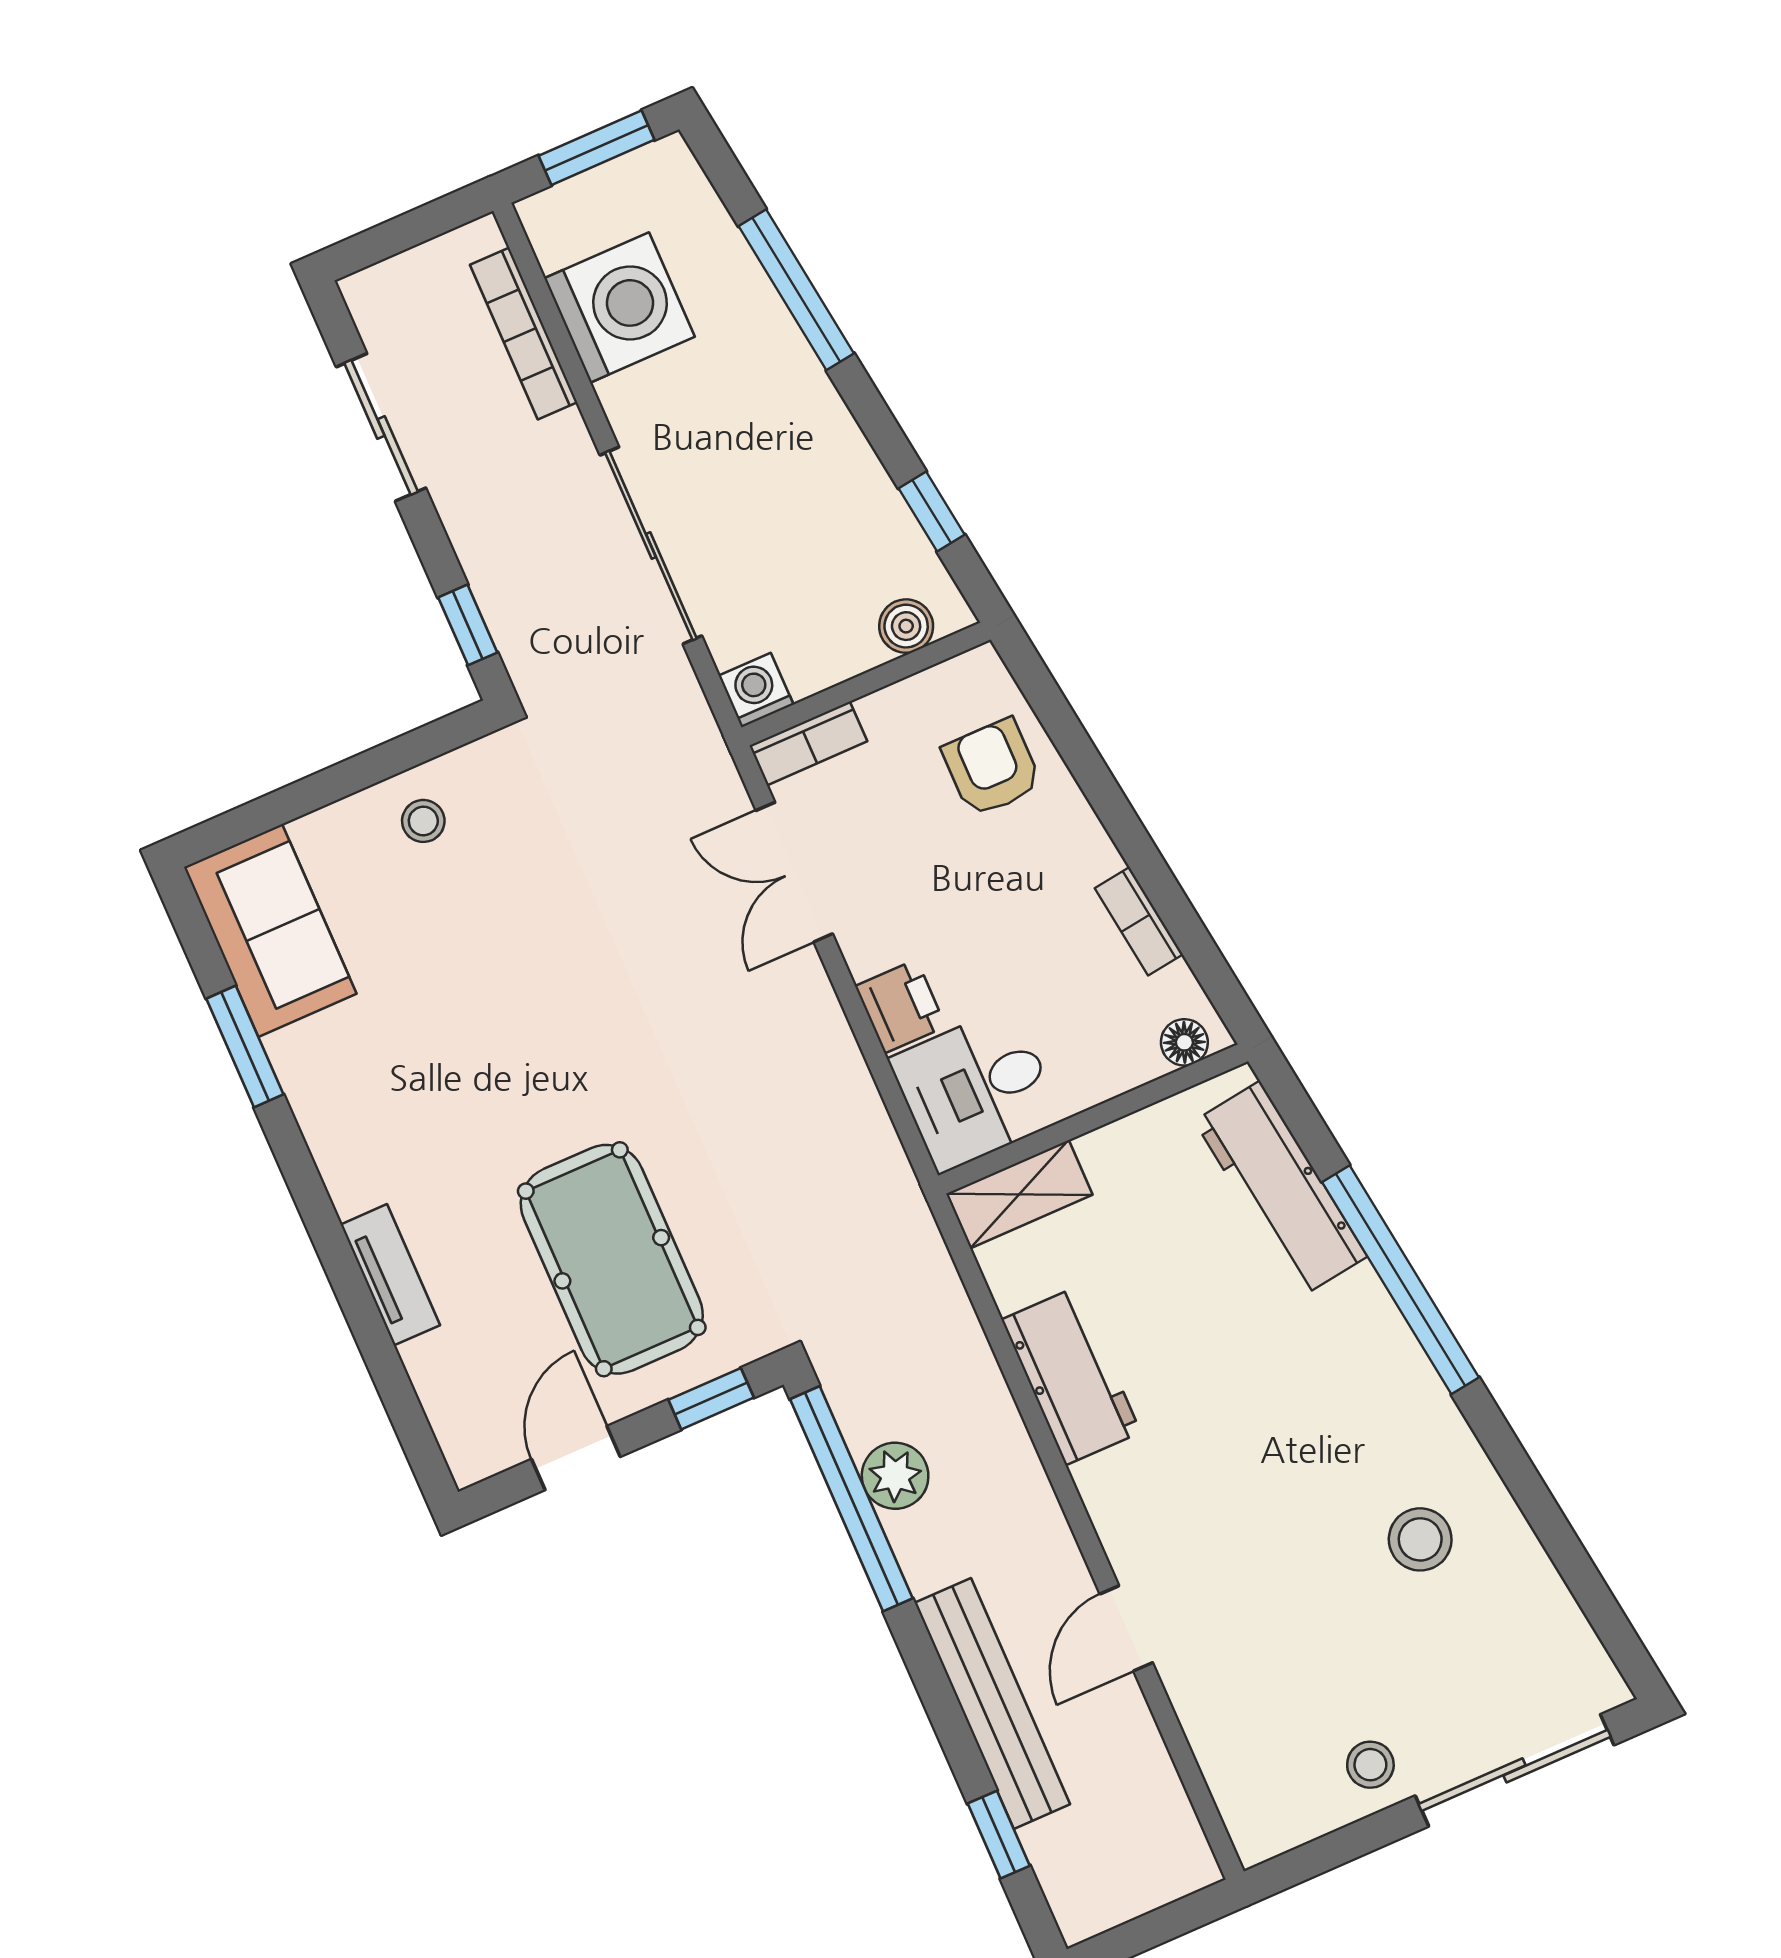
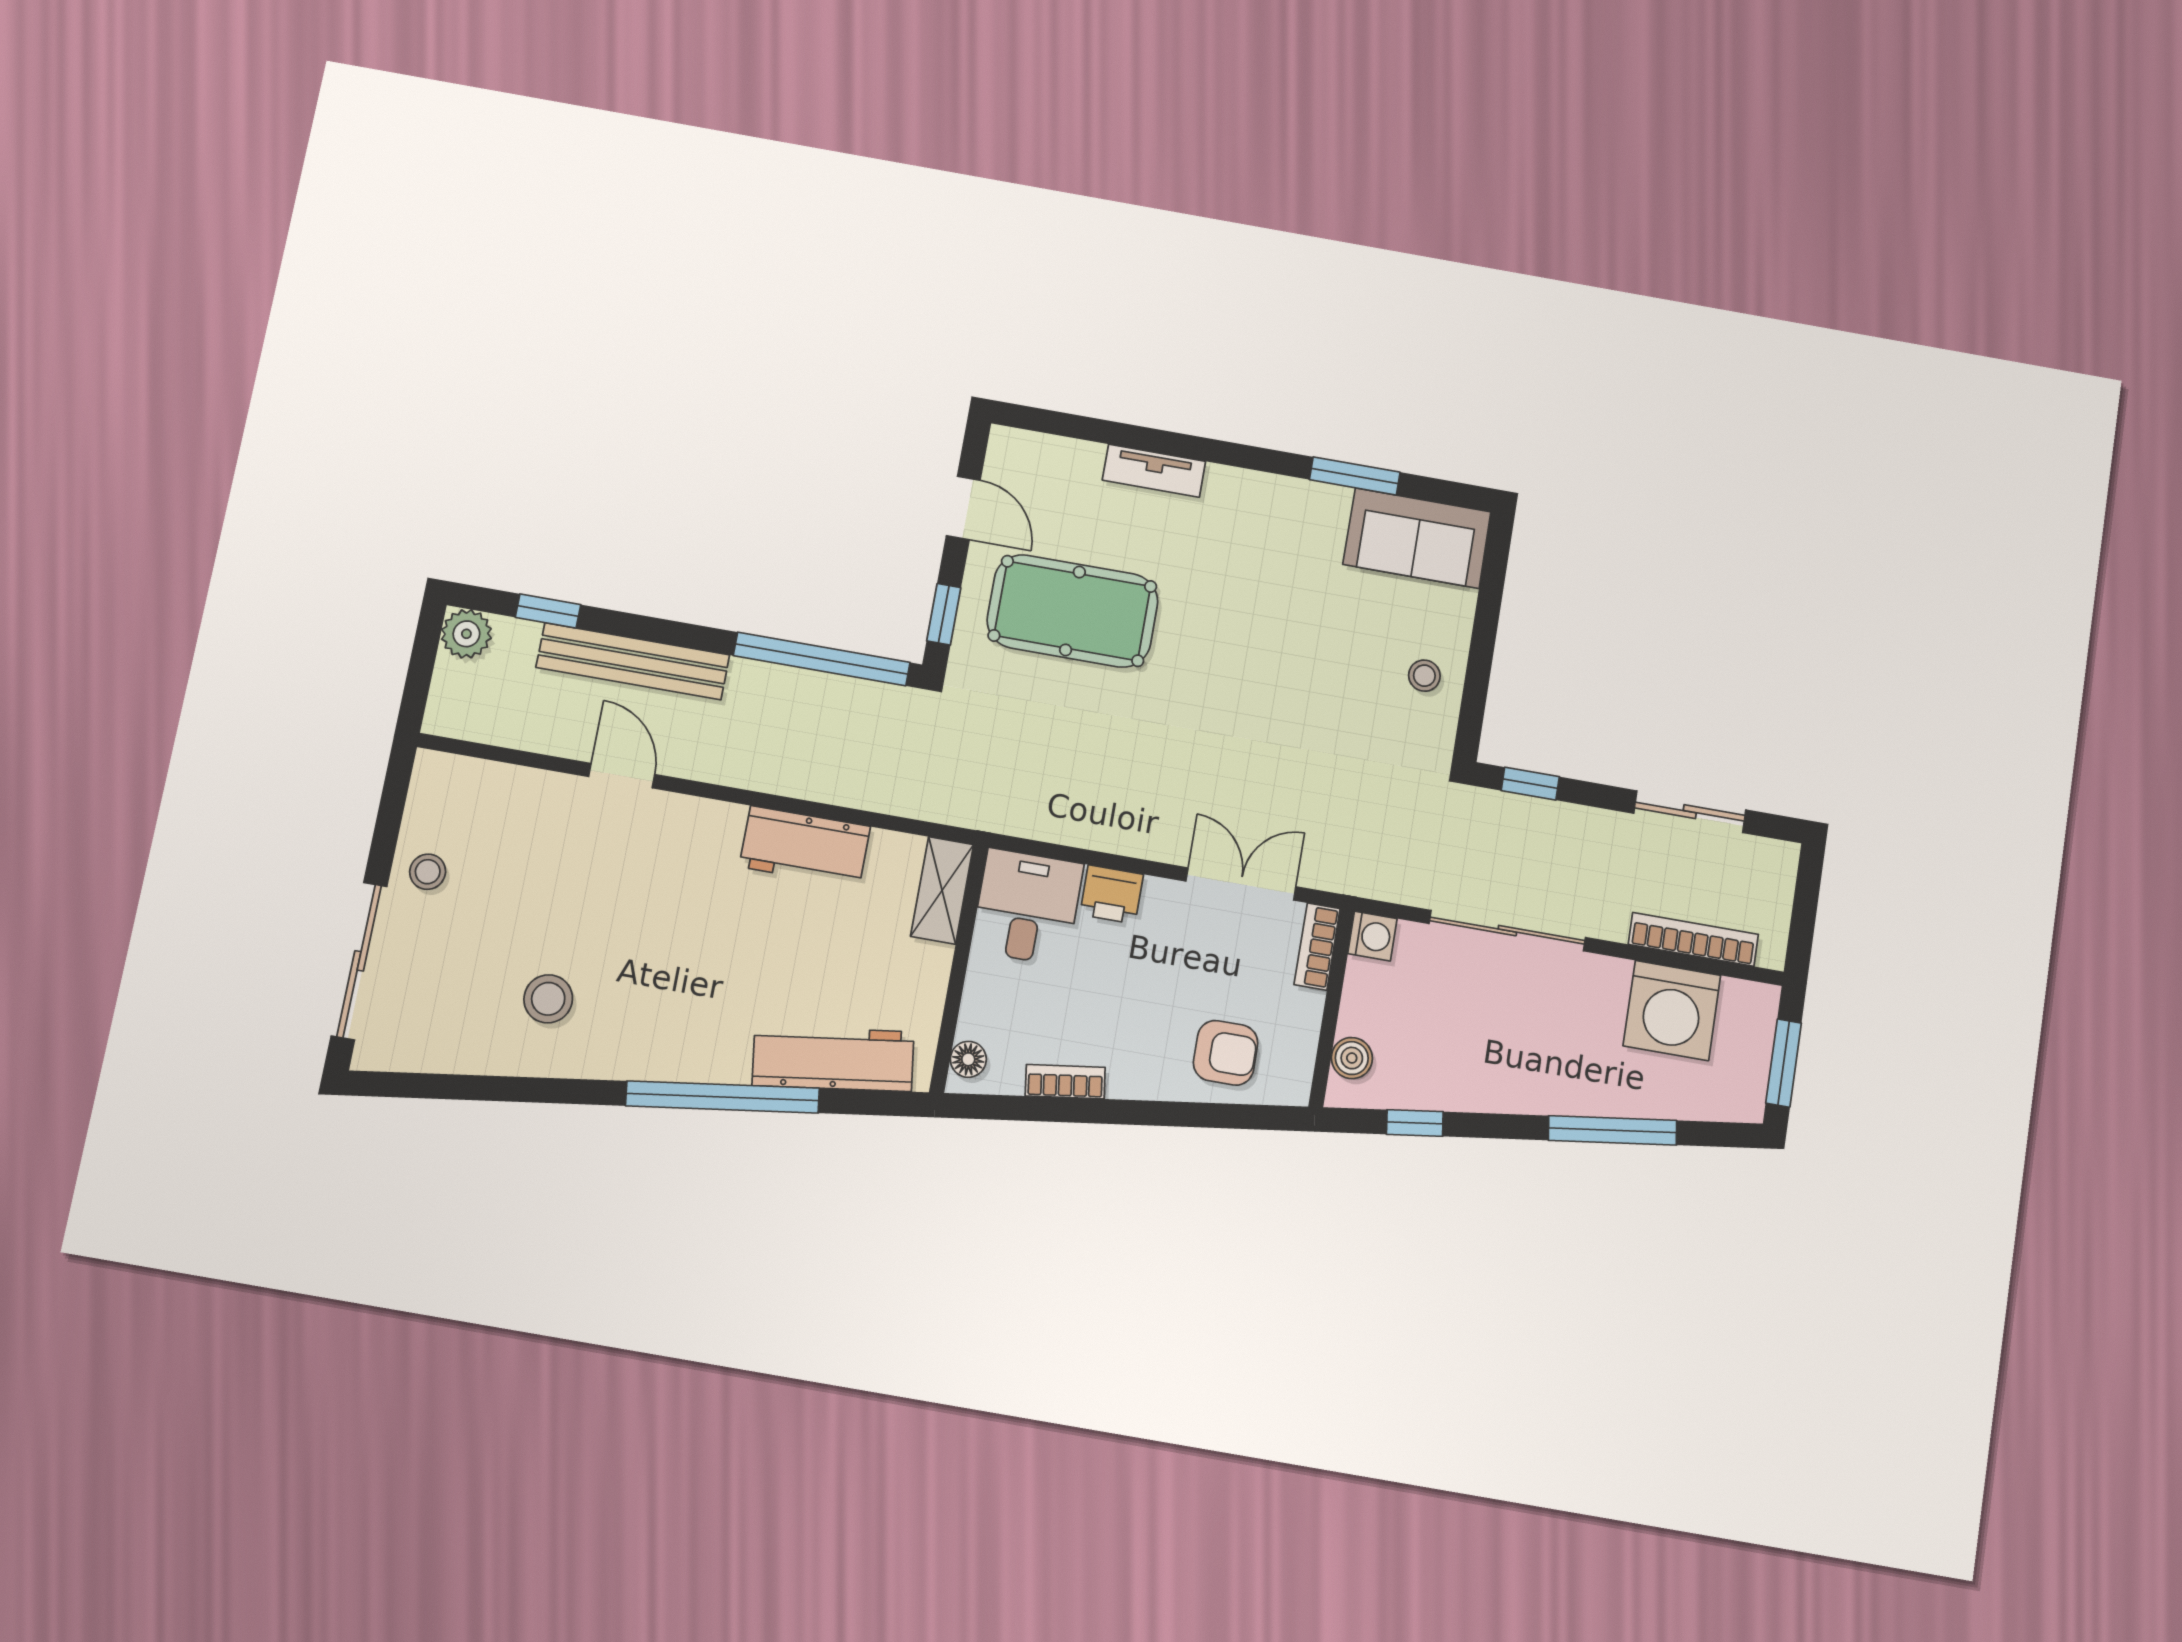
plant: (895, 1476) -> (466, 634), moved

